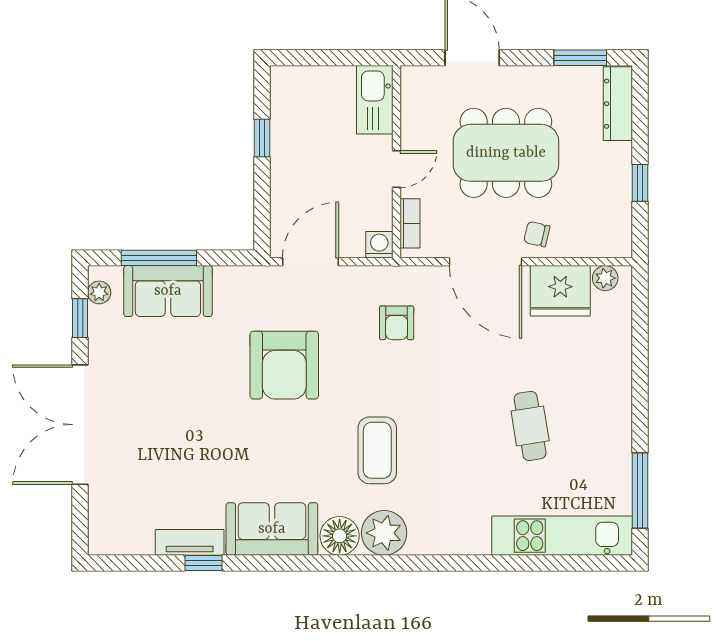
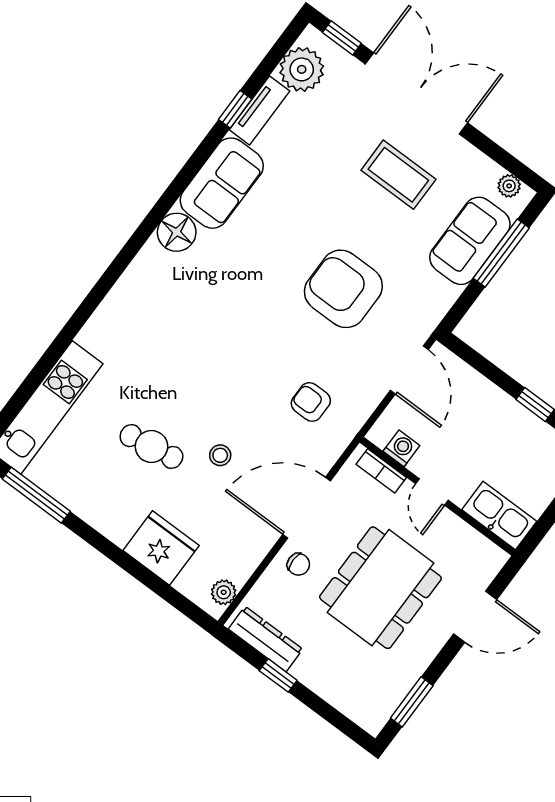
dresser: (618, 104) -> (266, 639), moved
chair: (537, 234) -> (298, 564), turned 77
washing machine: (379, 245) -> (401, 448), moved, turned -90
fridge: (560, 291) -> (161, 548), moved, turned 90
window: (80, 318) -> (342, 38), moved
stool: (495, 364) -> (220, 455), added
coffee table: (377, 450) -> (398, 175), moved
plant: (384, 533) -> (302, 69), moved

